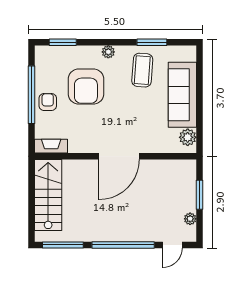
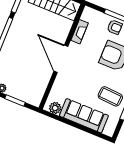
fireplace: (51, 146) -> (80, 32), moved

